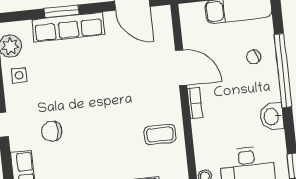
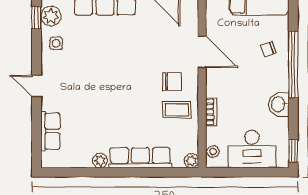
bookcase: (195, 103) -> (211, 112), moved
chair: (52, 131) -> (172, 82), moved, turned 180

